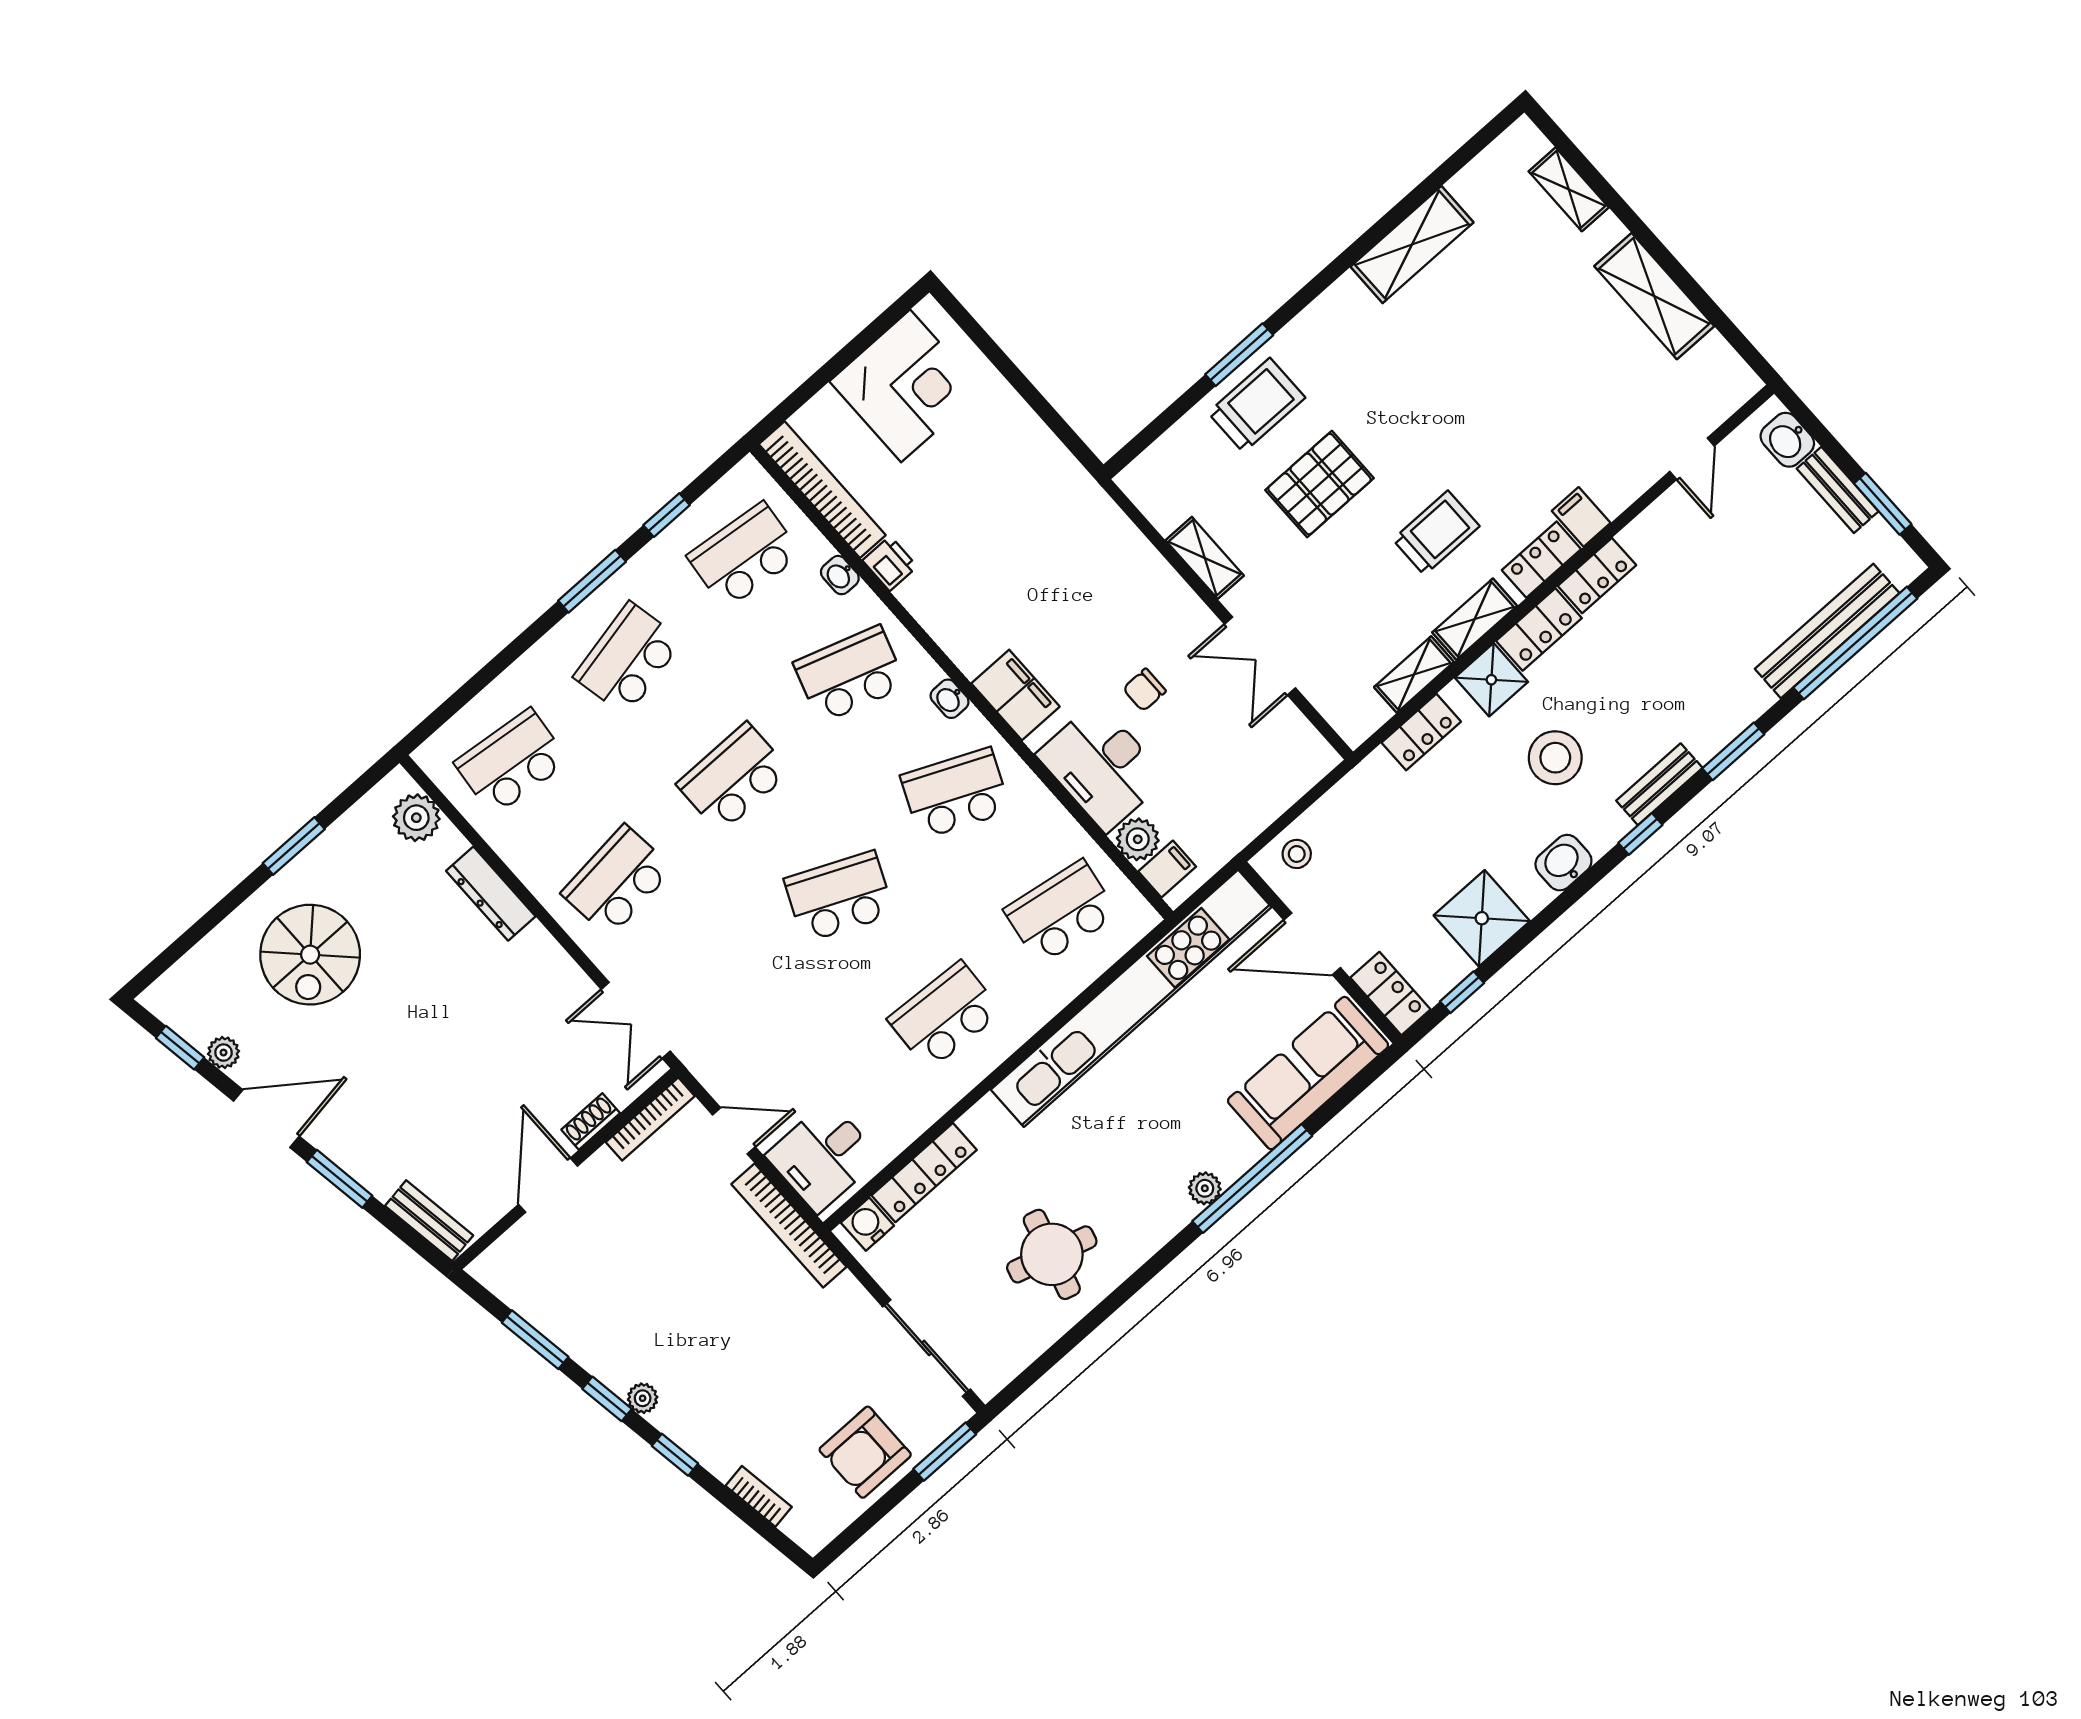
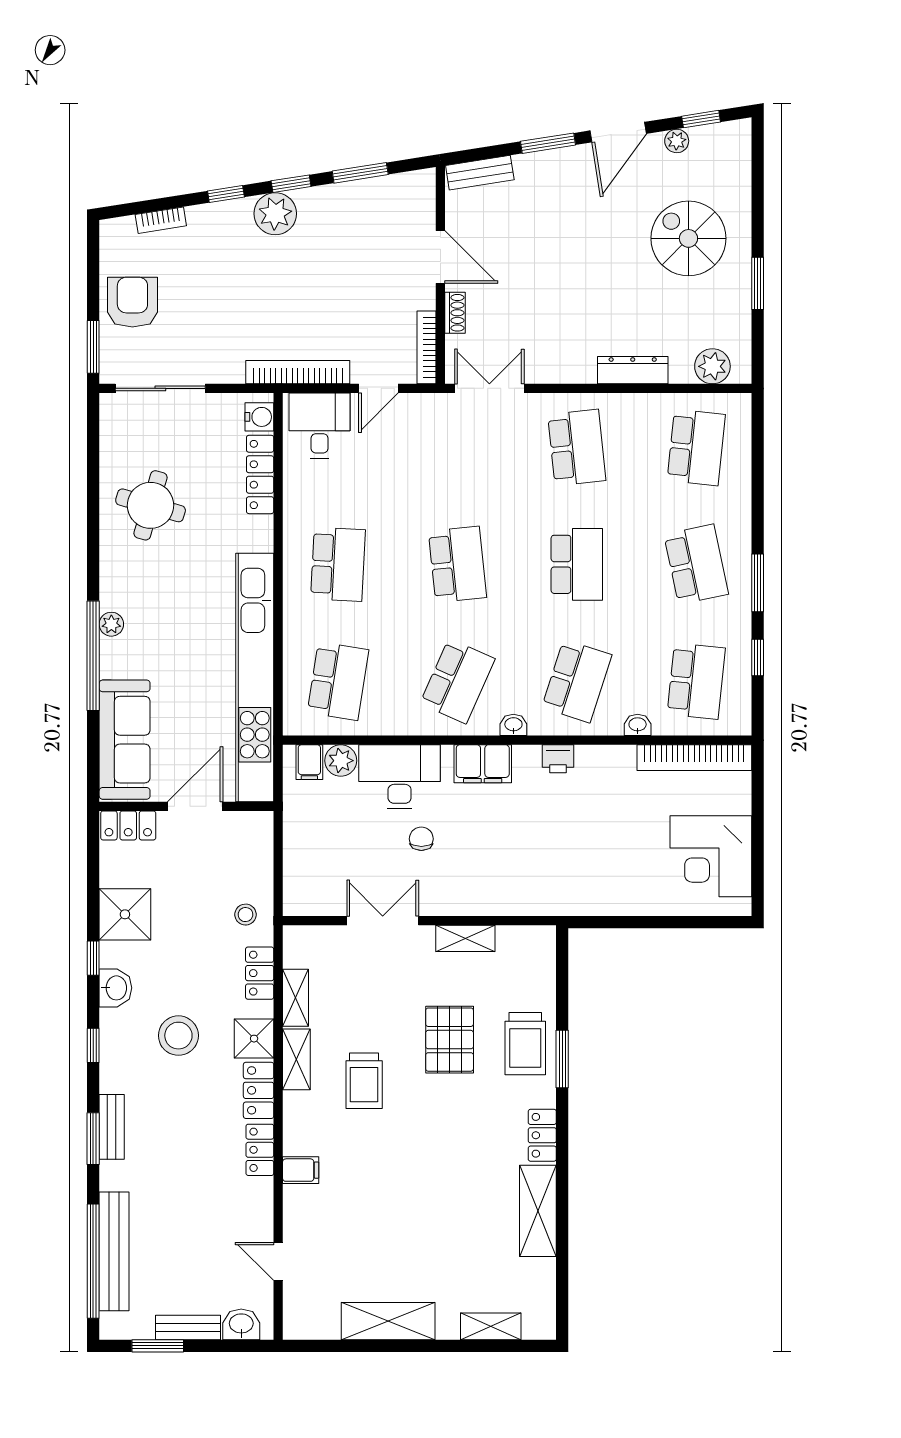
locker: (1541, 560) -> (542, 1135), moved, turned 180
printer: (890, 563) -> (558, 759), moved
bench: (1659, 784) -> (112, 1127), moved
stool: (1297, 854) -> (245, 915), moved
school desk: (839, 897) -> (457, 564), turned -30
window: (1462, 992) -> (93, 958), moved
plant: (643, 1398) -> (275, 214), width x1.88, depth x1.88

